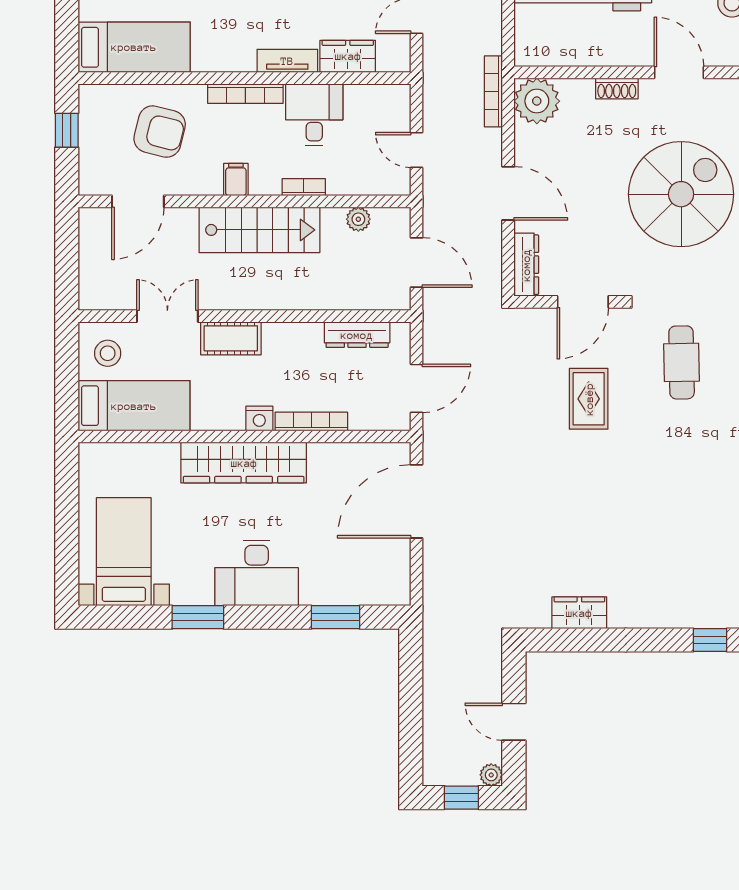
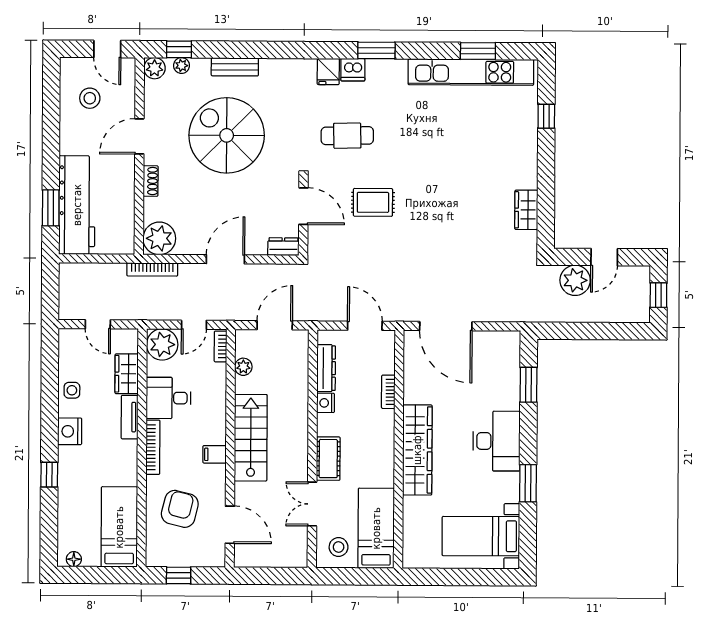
plant: (389, 106) -> (162, 344), added
bookcase: (304, 187) -> (220, 346), moved
dresser: (526, 265) -> (283, 247), width x0.70
nightstand: (259, 418) -> (326, 403), moved, turned 180
bookcase: (311, 421) -> (388, 392), width x0.64
plant: (491, 775) -> (575, 280), moved, width x1.87, depth x1.87

